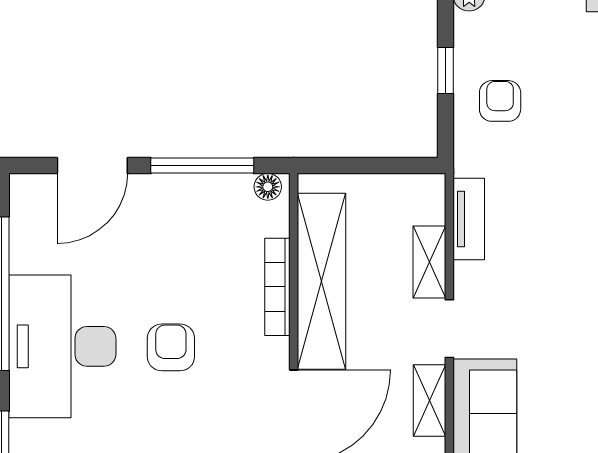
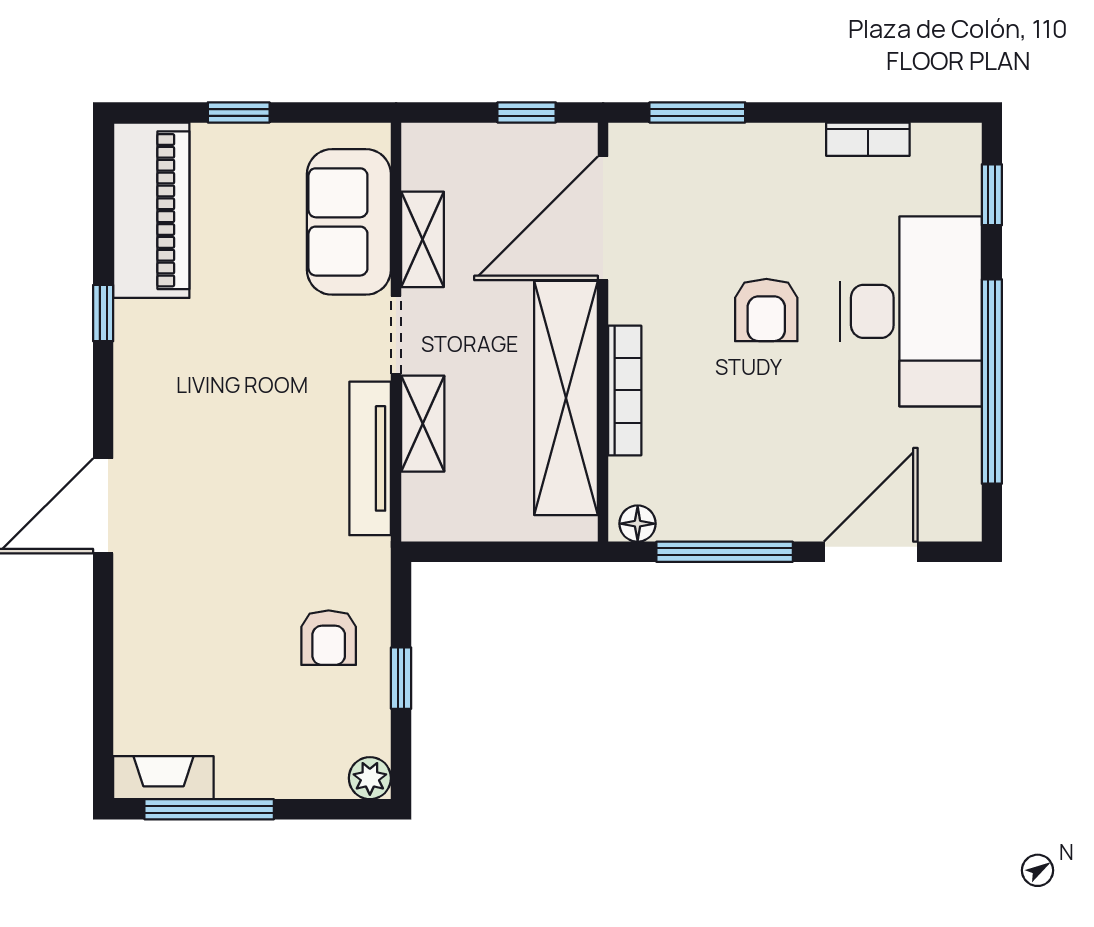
tv unit: (469, 219) -> (370, 458), width x1.41

